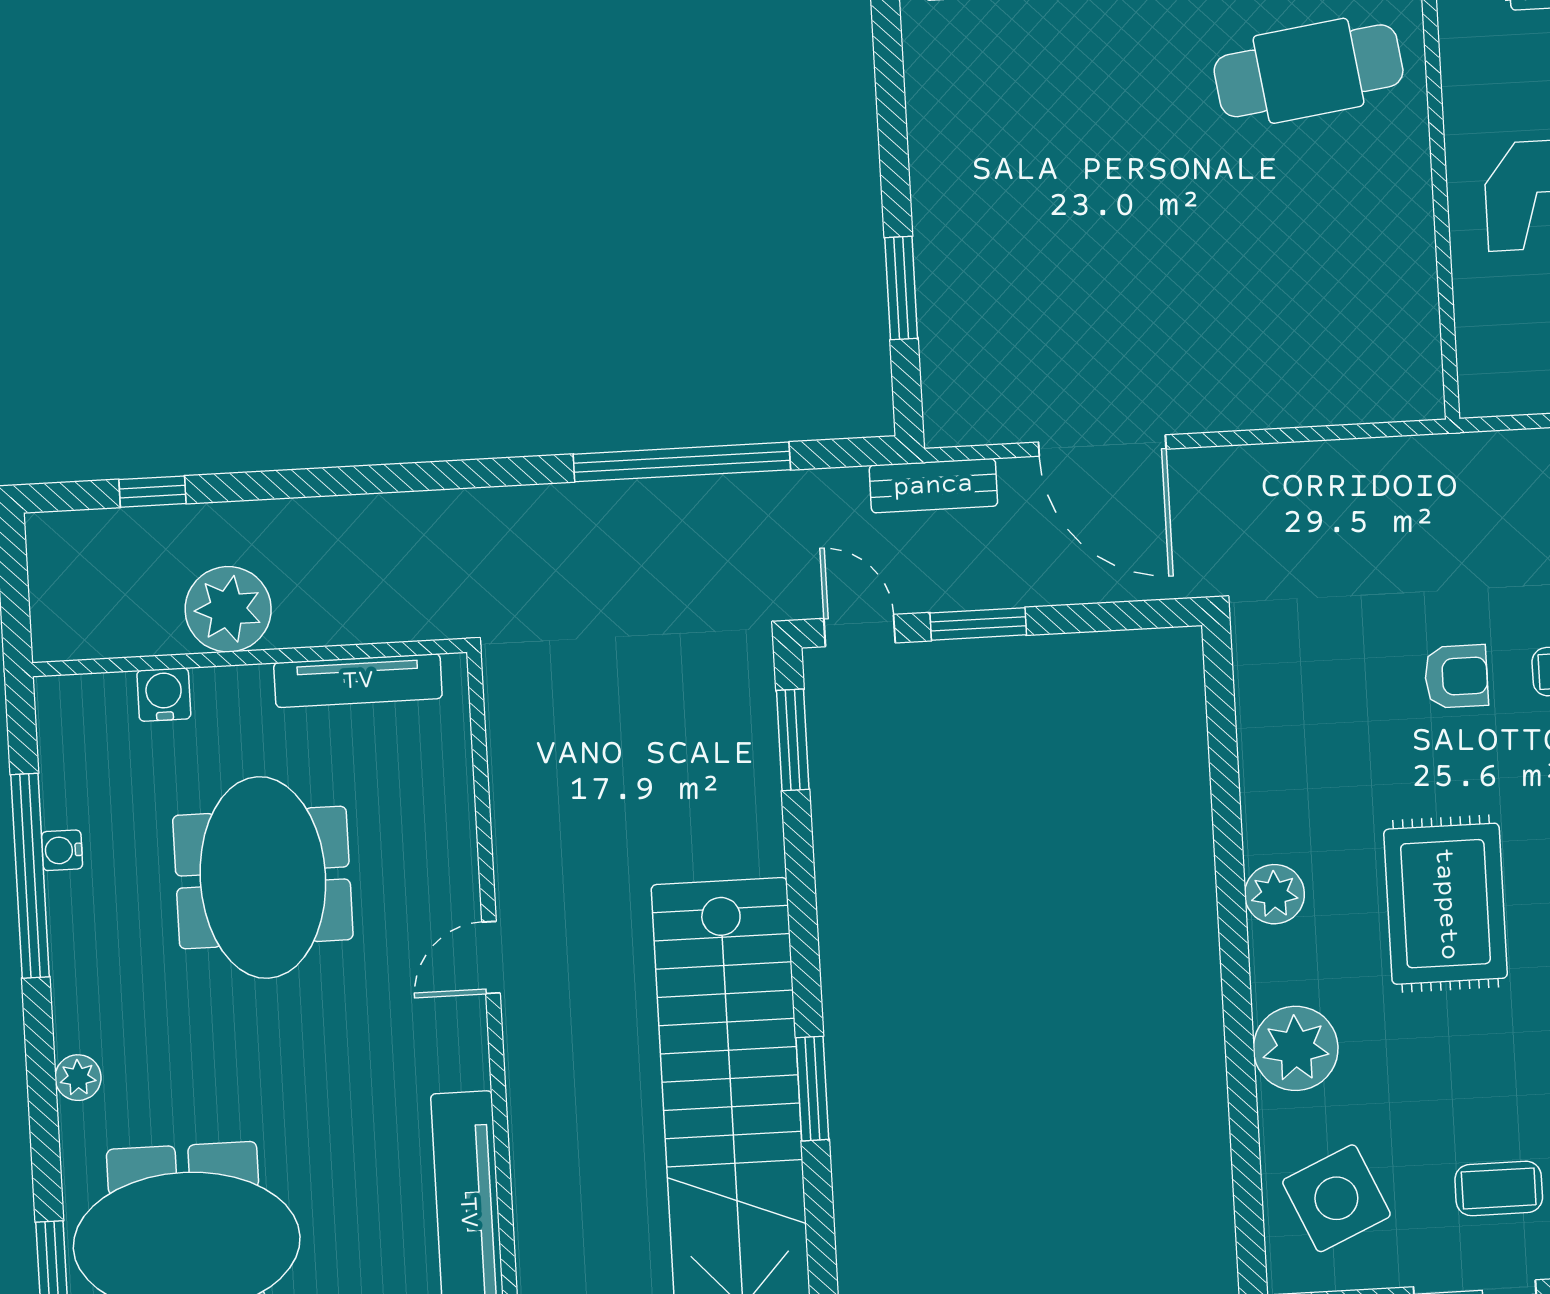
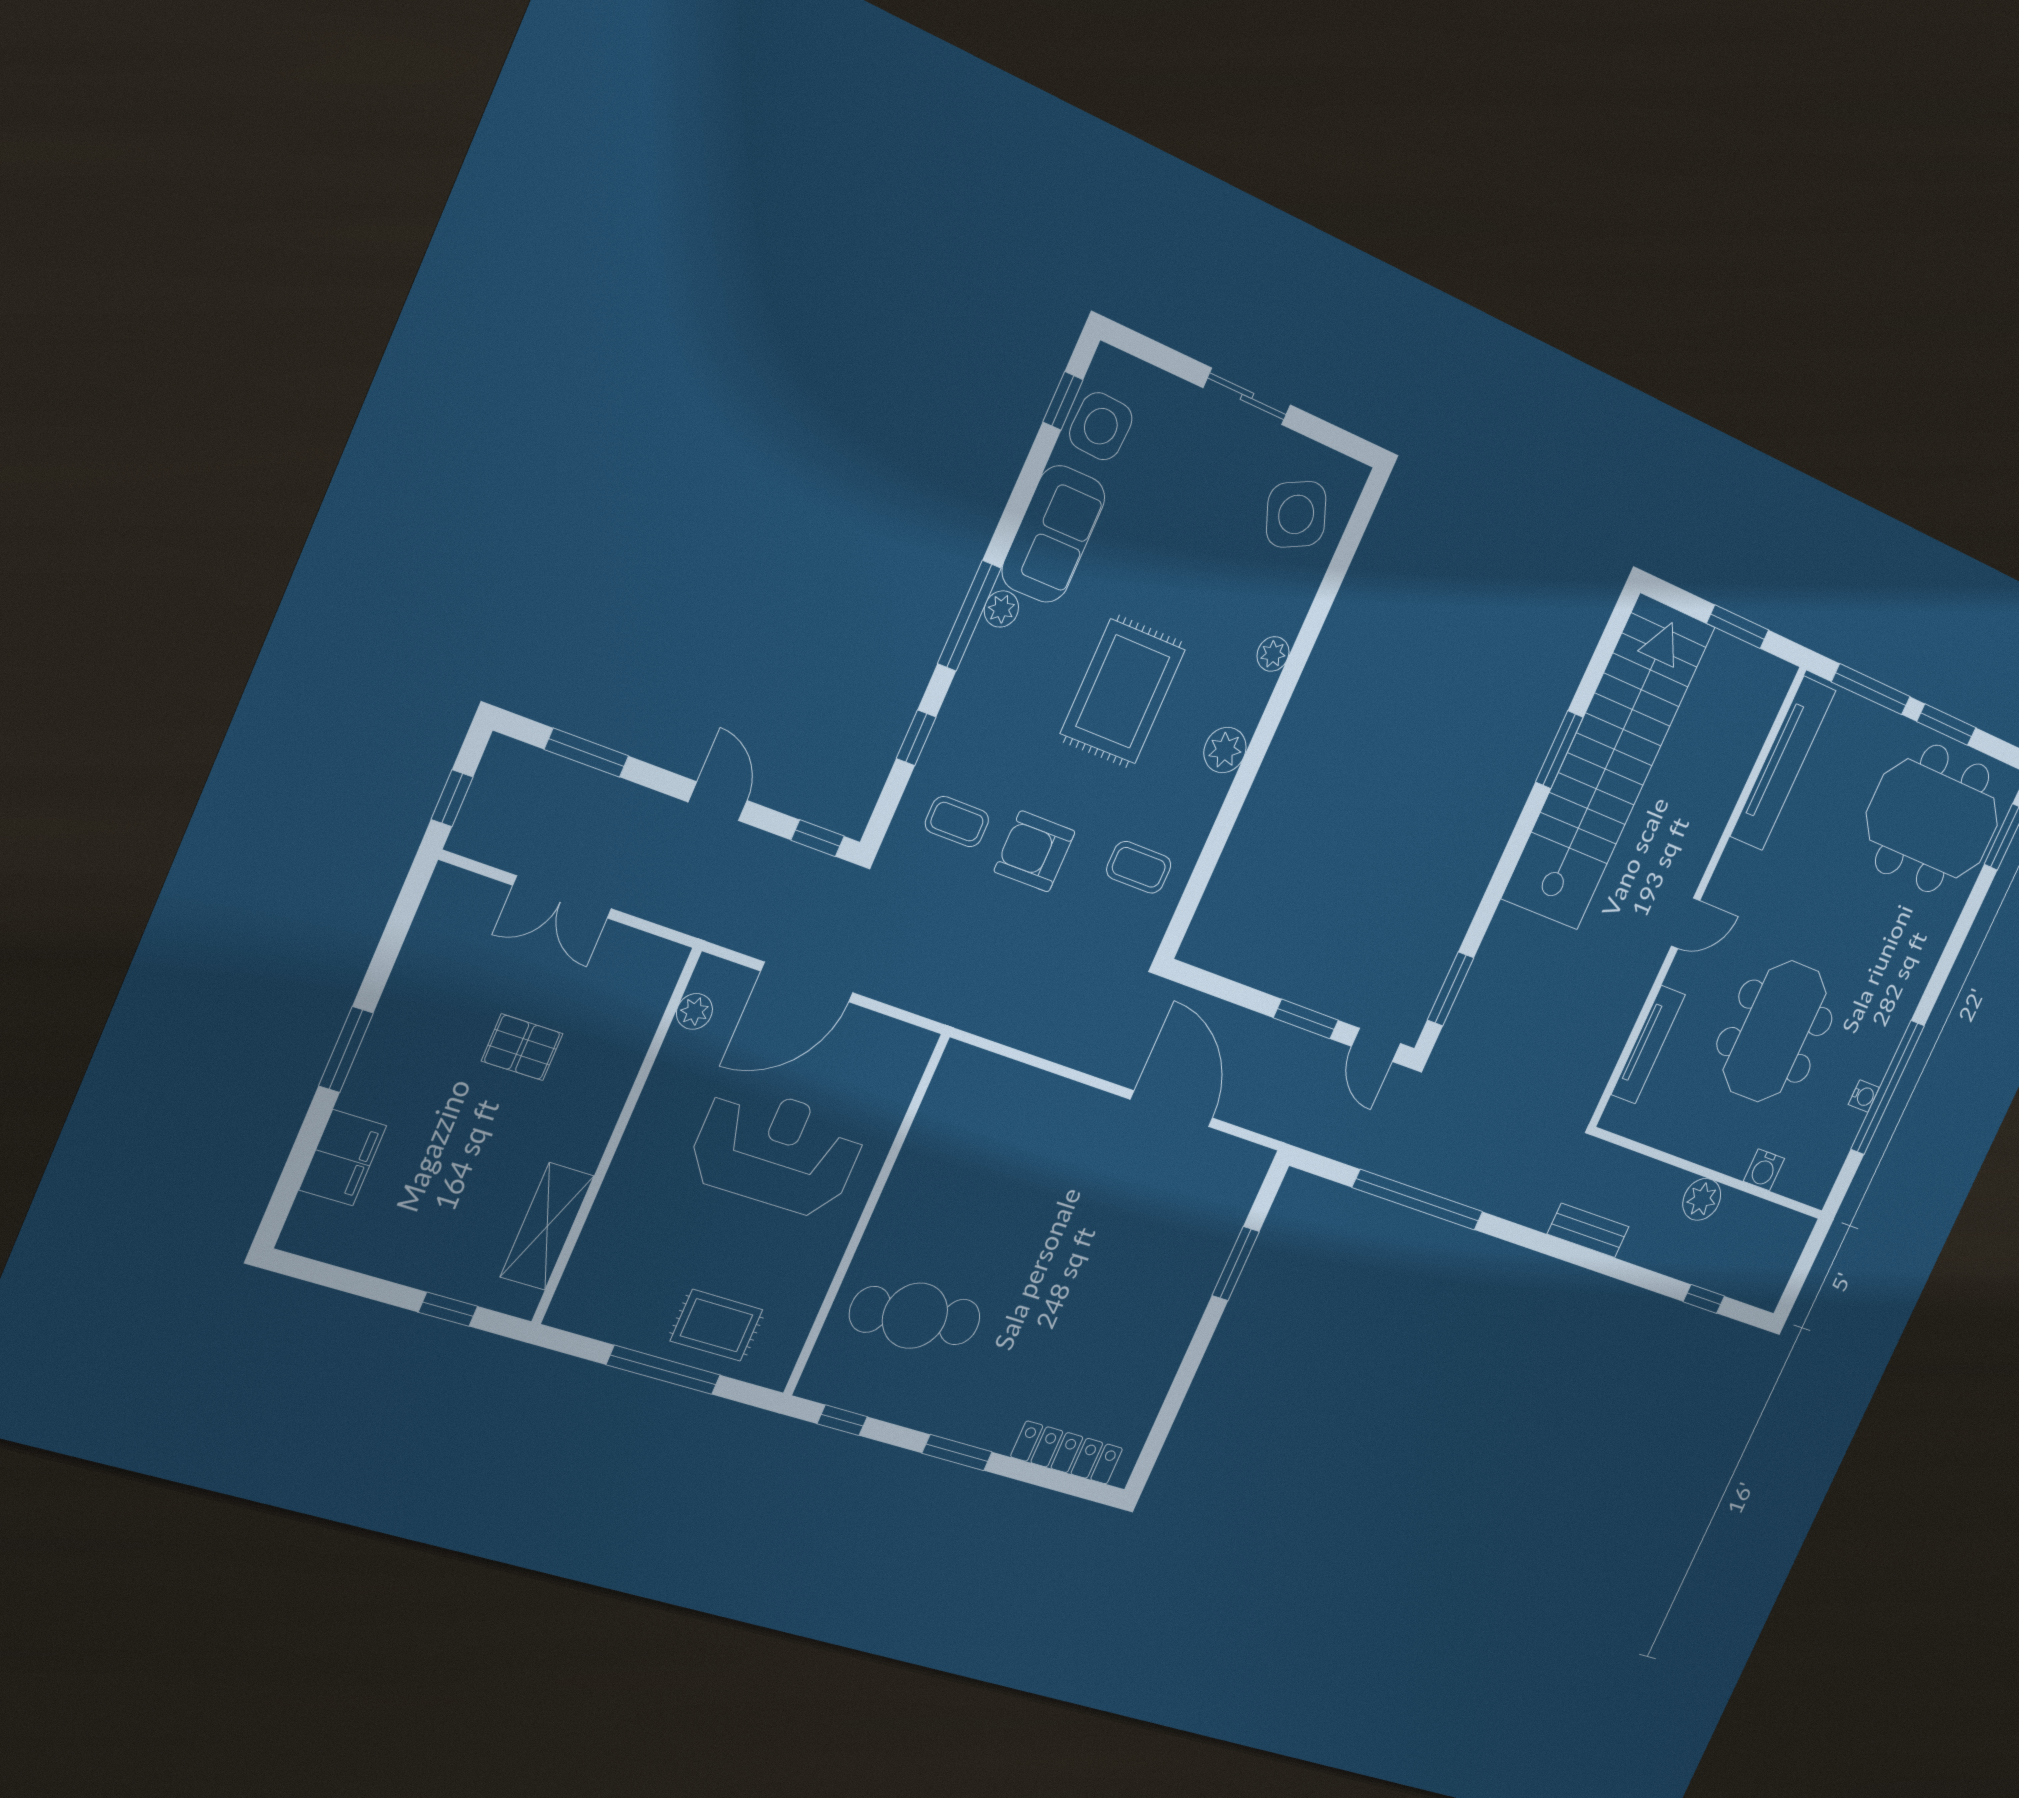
bench: (933, 486) -> (1588, 1230), moved
plant: (228, 609) -> (1702, 1199), width x0.73, depth x0.73
armchair: (1456, 676) -> (1035, 851), width x1.38, depth x1.38
tv unit: (358, 681) -> (1648, 1045), moved, turned 90
plant: (1296, 1048) -> (1273, 654), width x0.53, depth x0.53
plant: (78, 1078) -> (1930, 950), removed
coffee table: (1499, 1188) -> (1139, 867), moved

